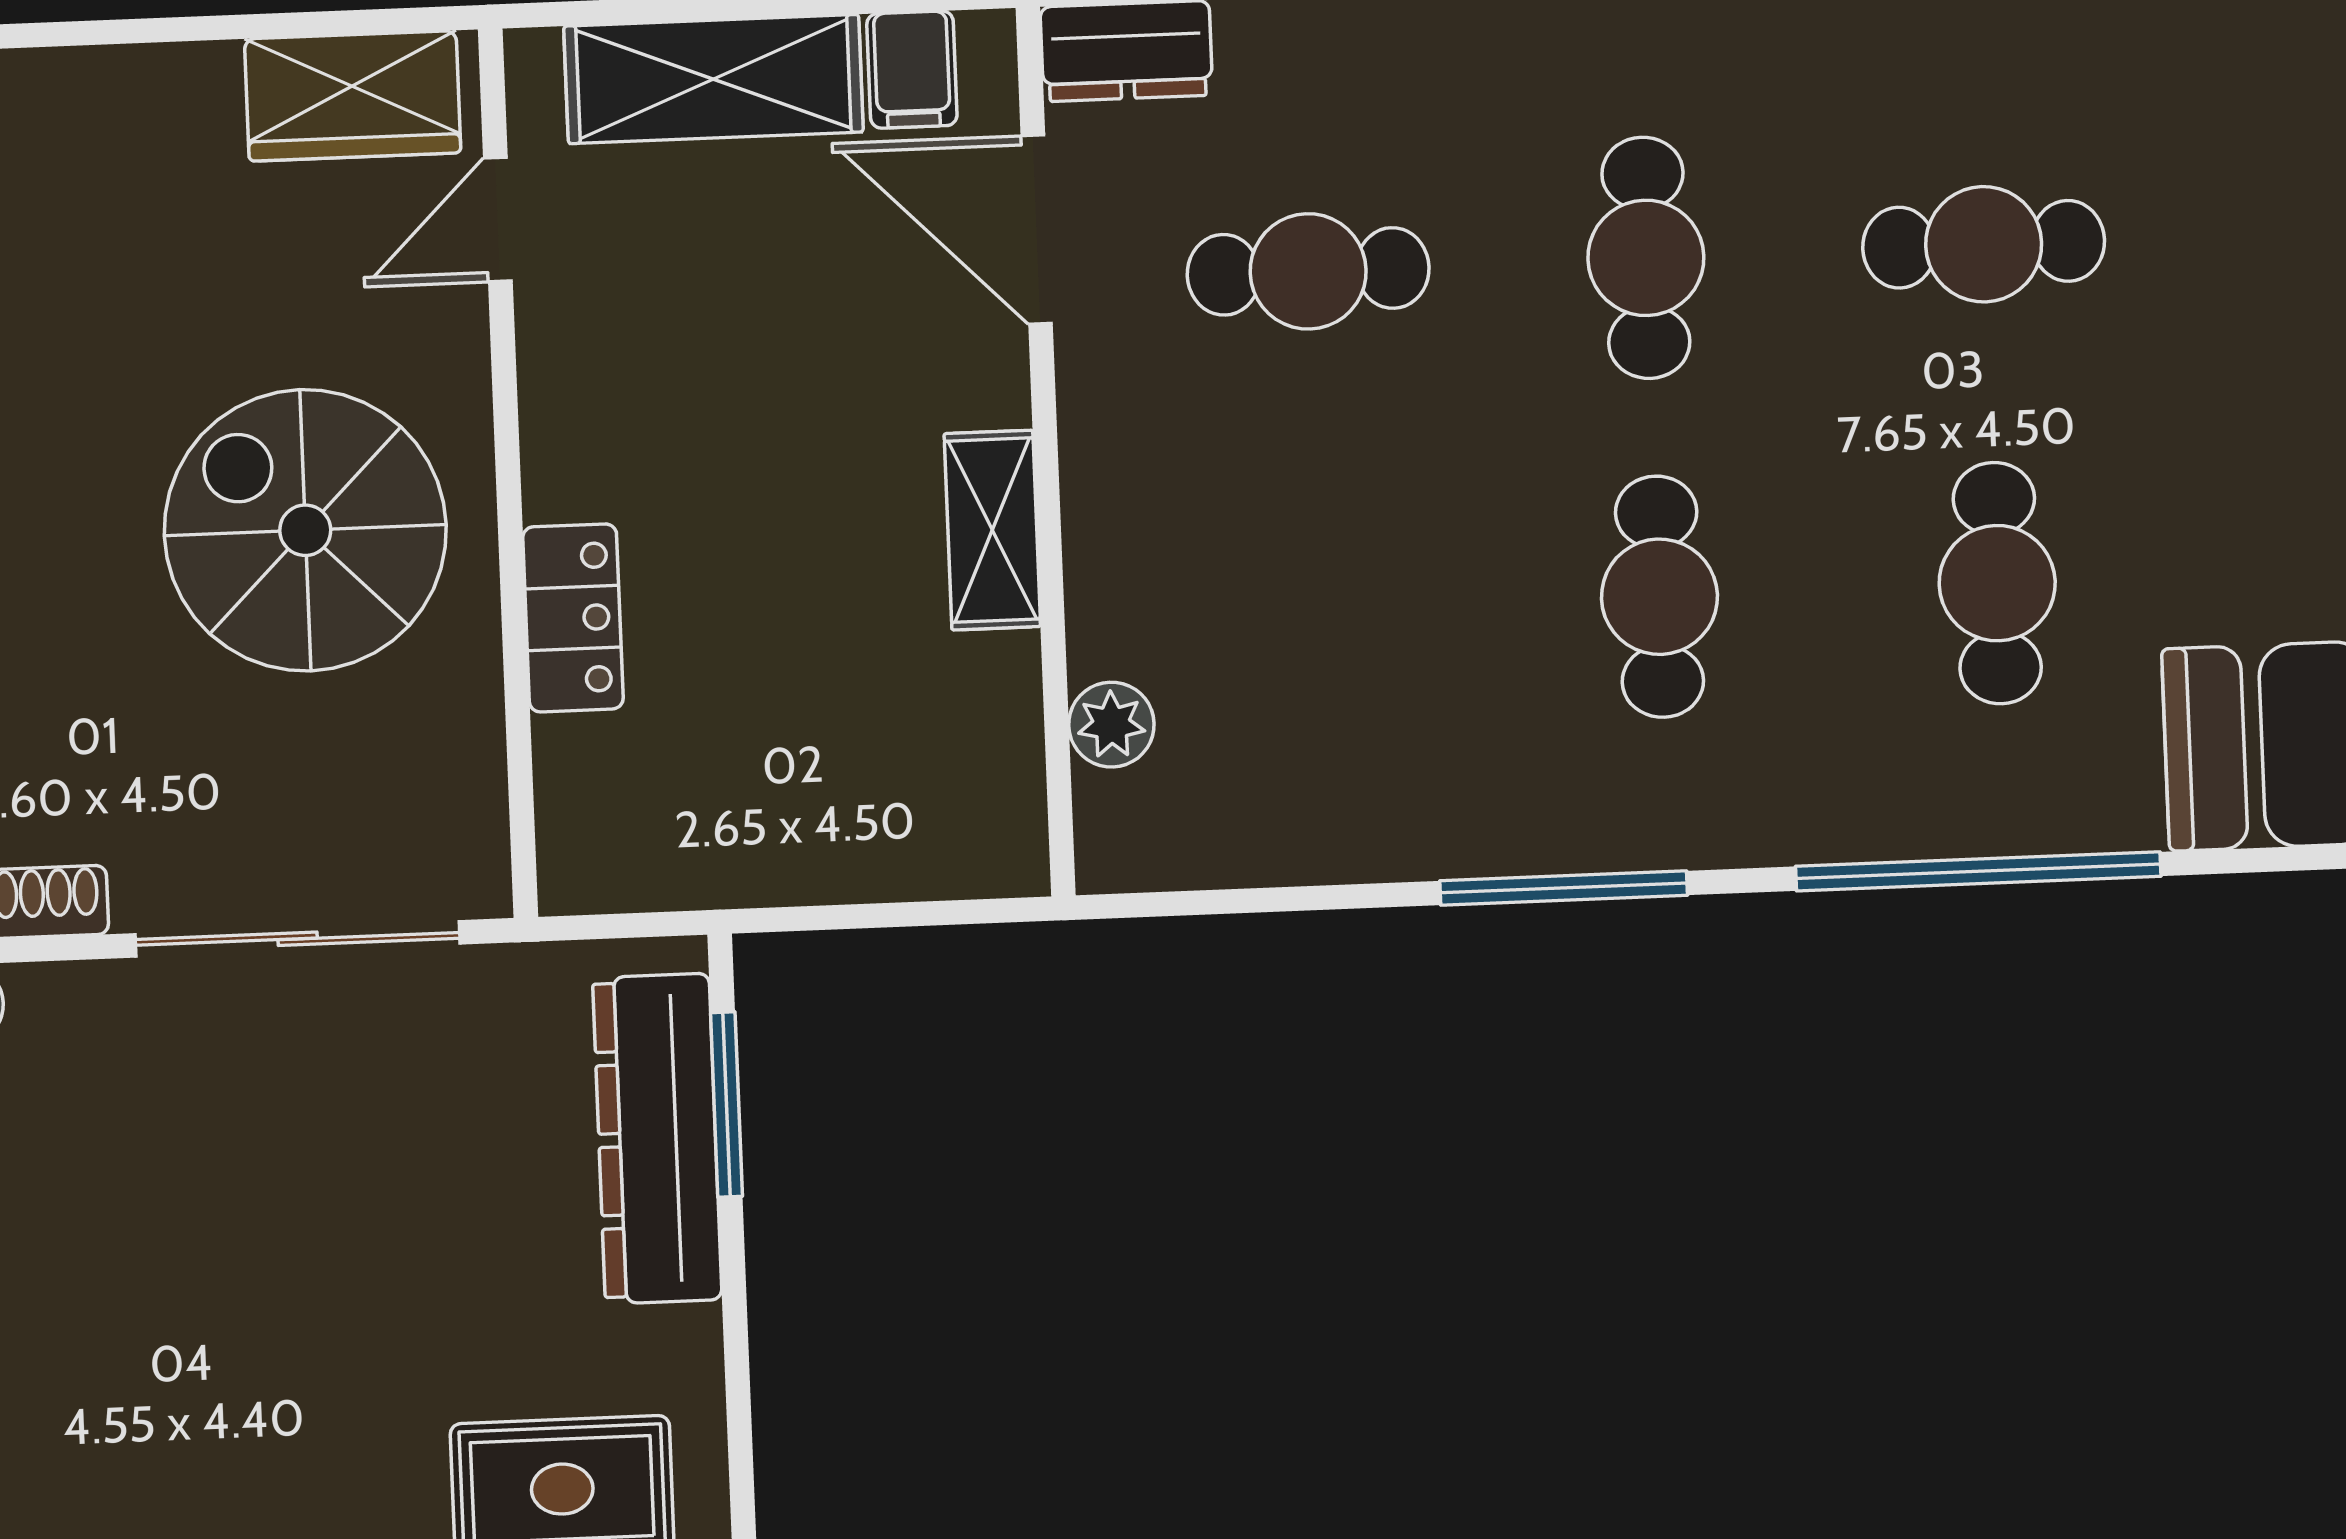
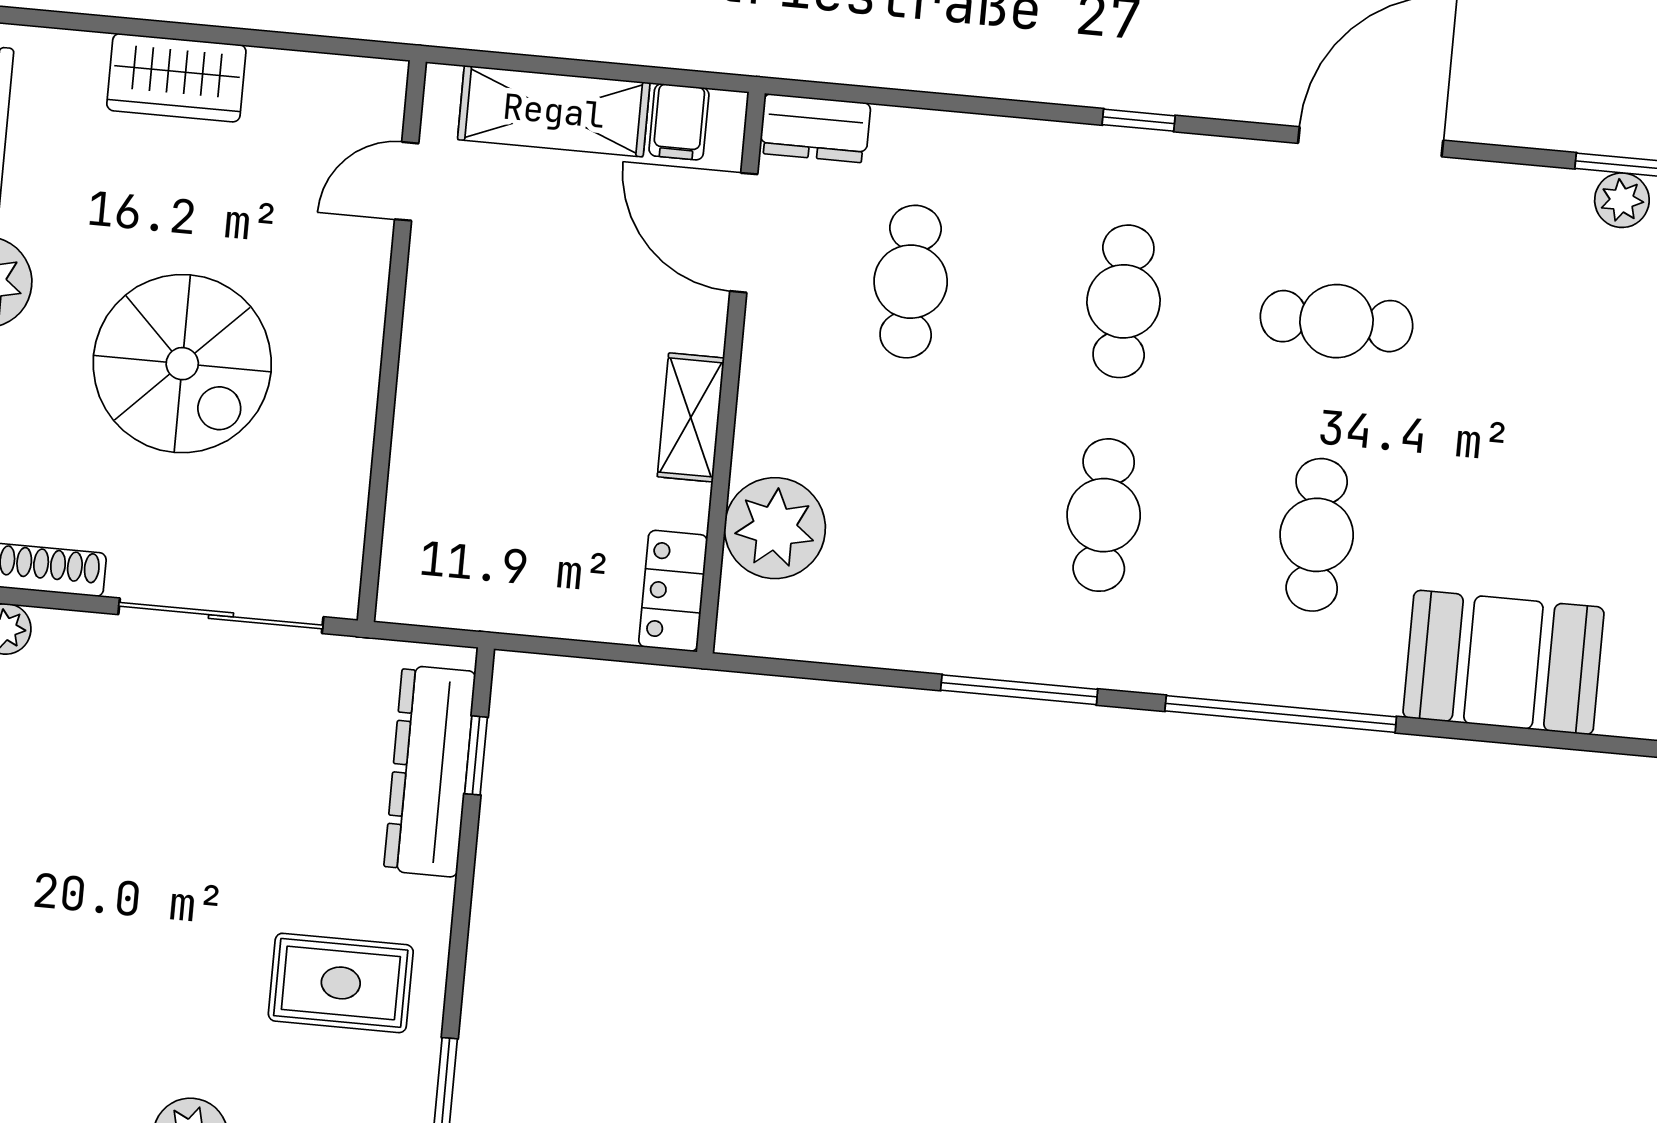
wardrobe: (353, 96) -> (176, 78), moved
cafe table: (1308, 271) -> (911, 282), turned 90
spiral stairs: (305, 530) -> (182, 364), moved, turned 180
locker: (573, 618) -> (673, 591), moved, turned 180
plant: (1111, 725) -> (775, 528), width x1.87, depth x1.87
window: (726, 1104) -> (476, 755), width x0.67

